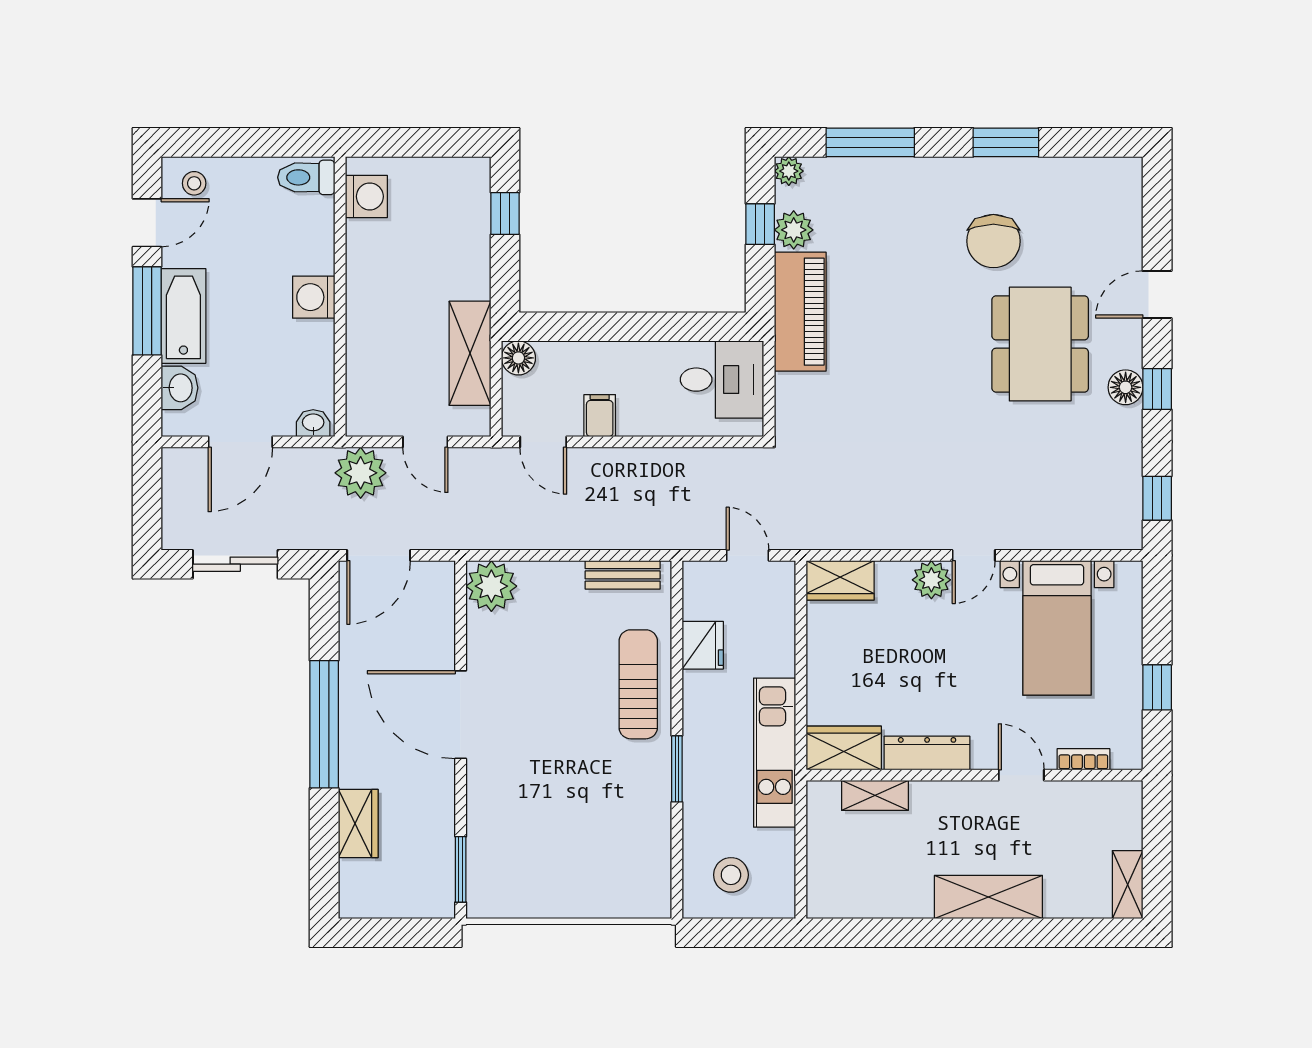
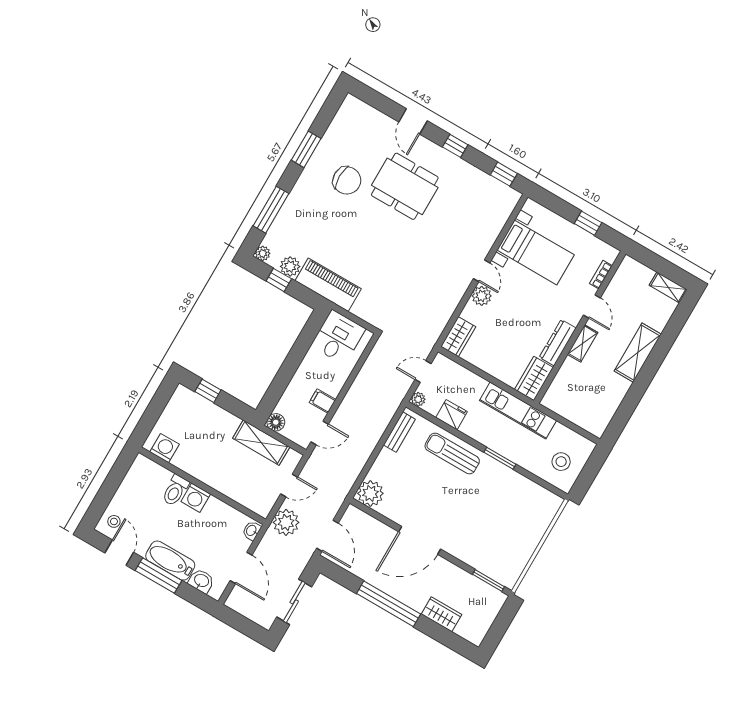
toilet: (306, 177) -> (175, 490), moved
floor lamp: (1126, 387) -> (446, 160), removed
plant: (696, 574) -> (418, 399), added
door: (1021, 775) -> (592, 306), swing flipped
shelving: (875, 795) -> (583, 343), moved

